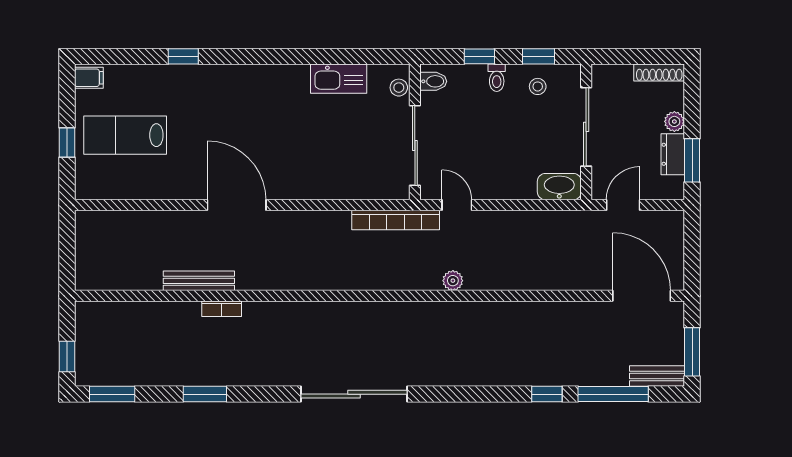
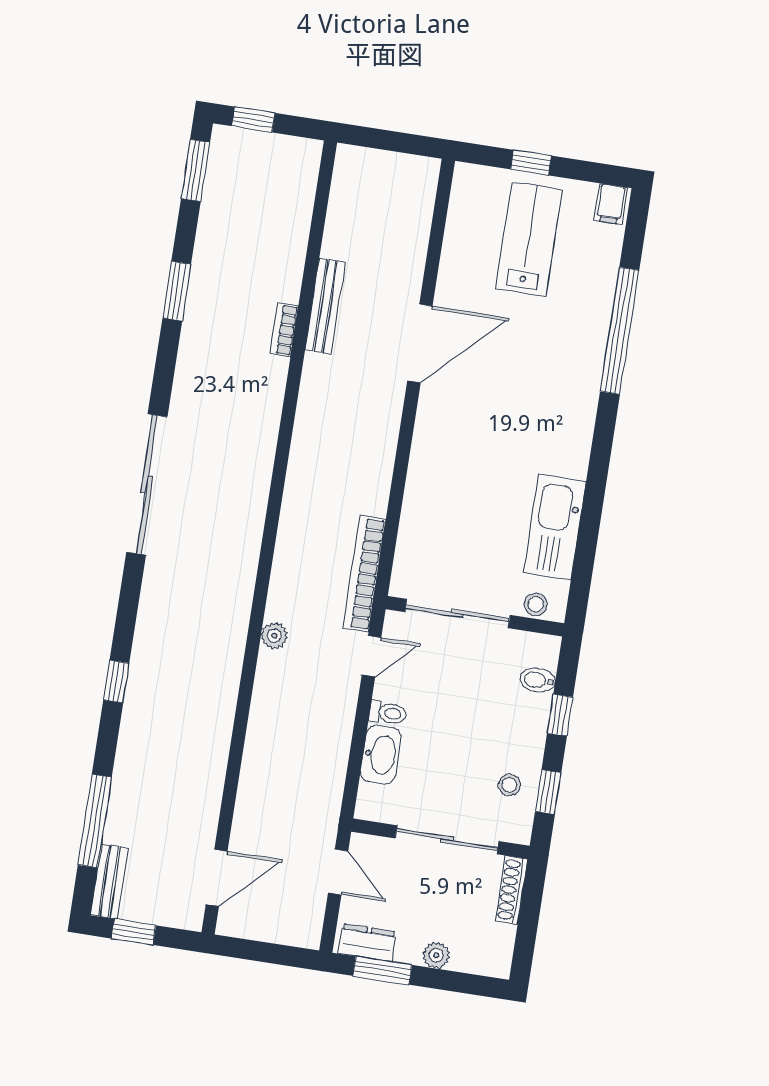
window: (183, 56) -> (620, 331), width x3.17
shoe rack: (659, 73) -> (512, 890), moved
toilet: (497, 78) -> (388, 713), moved, turned 180
kitchen sink: (339, 79) -> (555, 527), width x1.36, depth x1.24
bidet: (433, 81) -> (538, 680), moved, turned 90
dresser: (673, 154) -> (367, 943), moved
washbasin: (559, 187) -> (381, 755), moved
door: (237, 205) -> (420, 343), moved
door: (642, 296) -> (217, 878), width x0.73
window: (692, 352) -> (134, 932), width x0.67
window: (547, 394) -> (116, 681), moved

